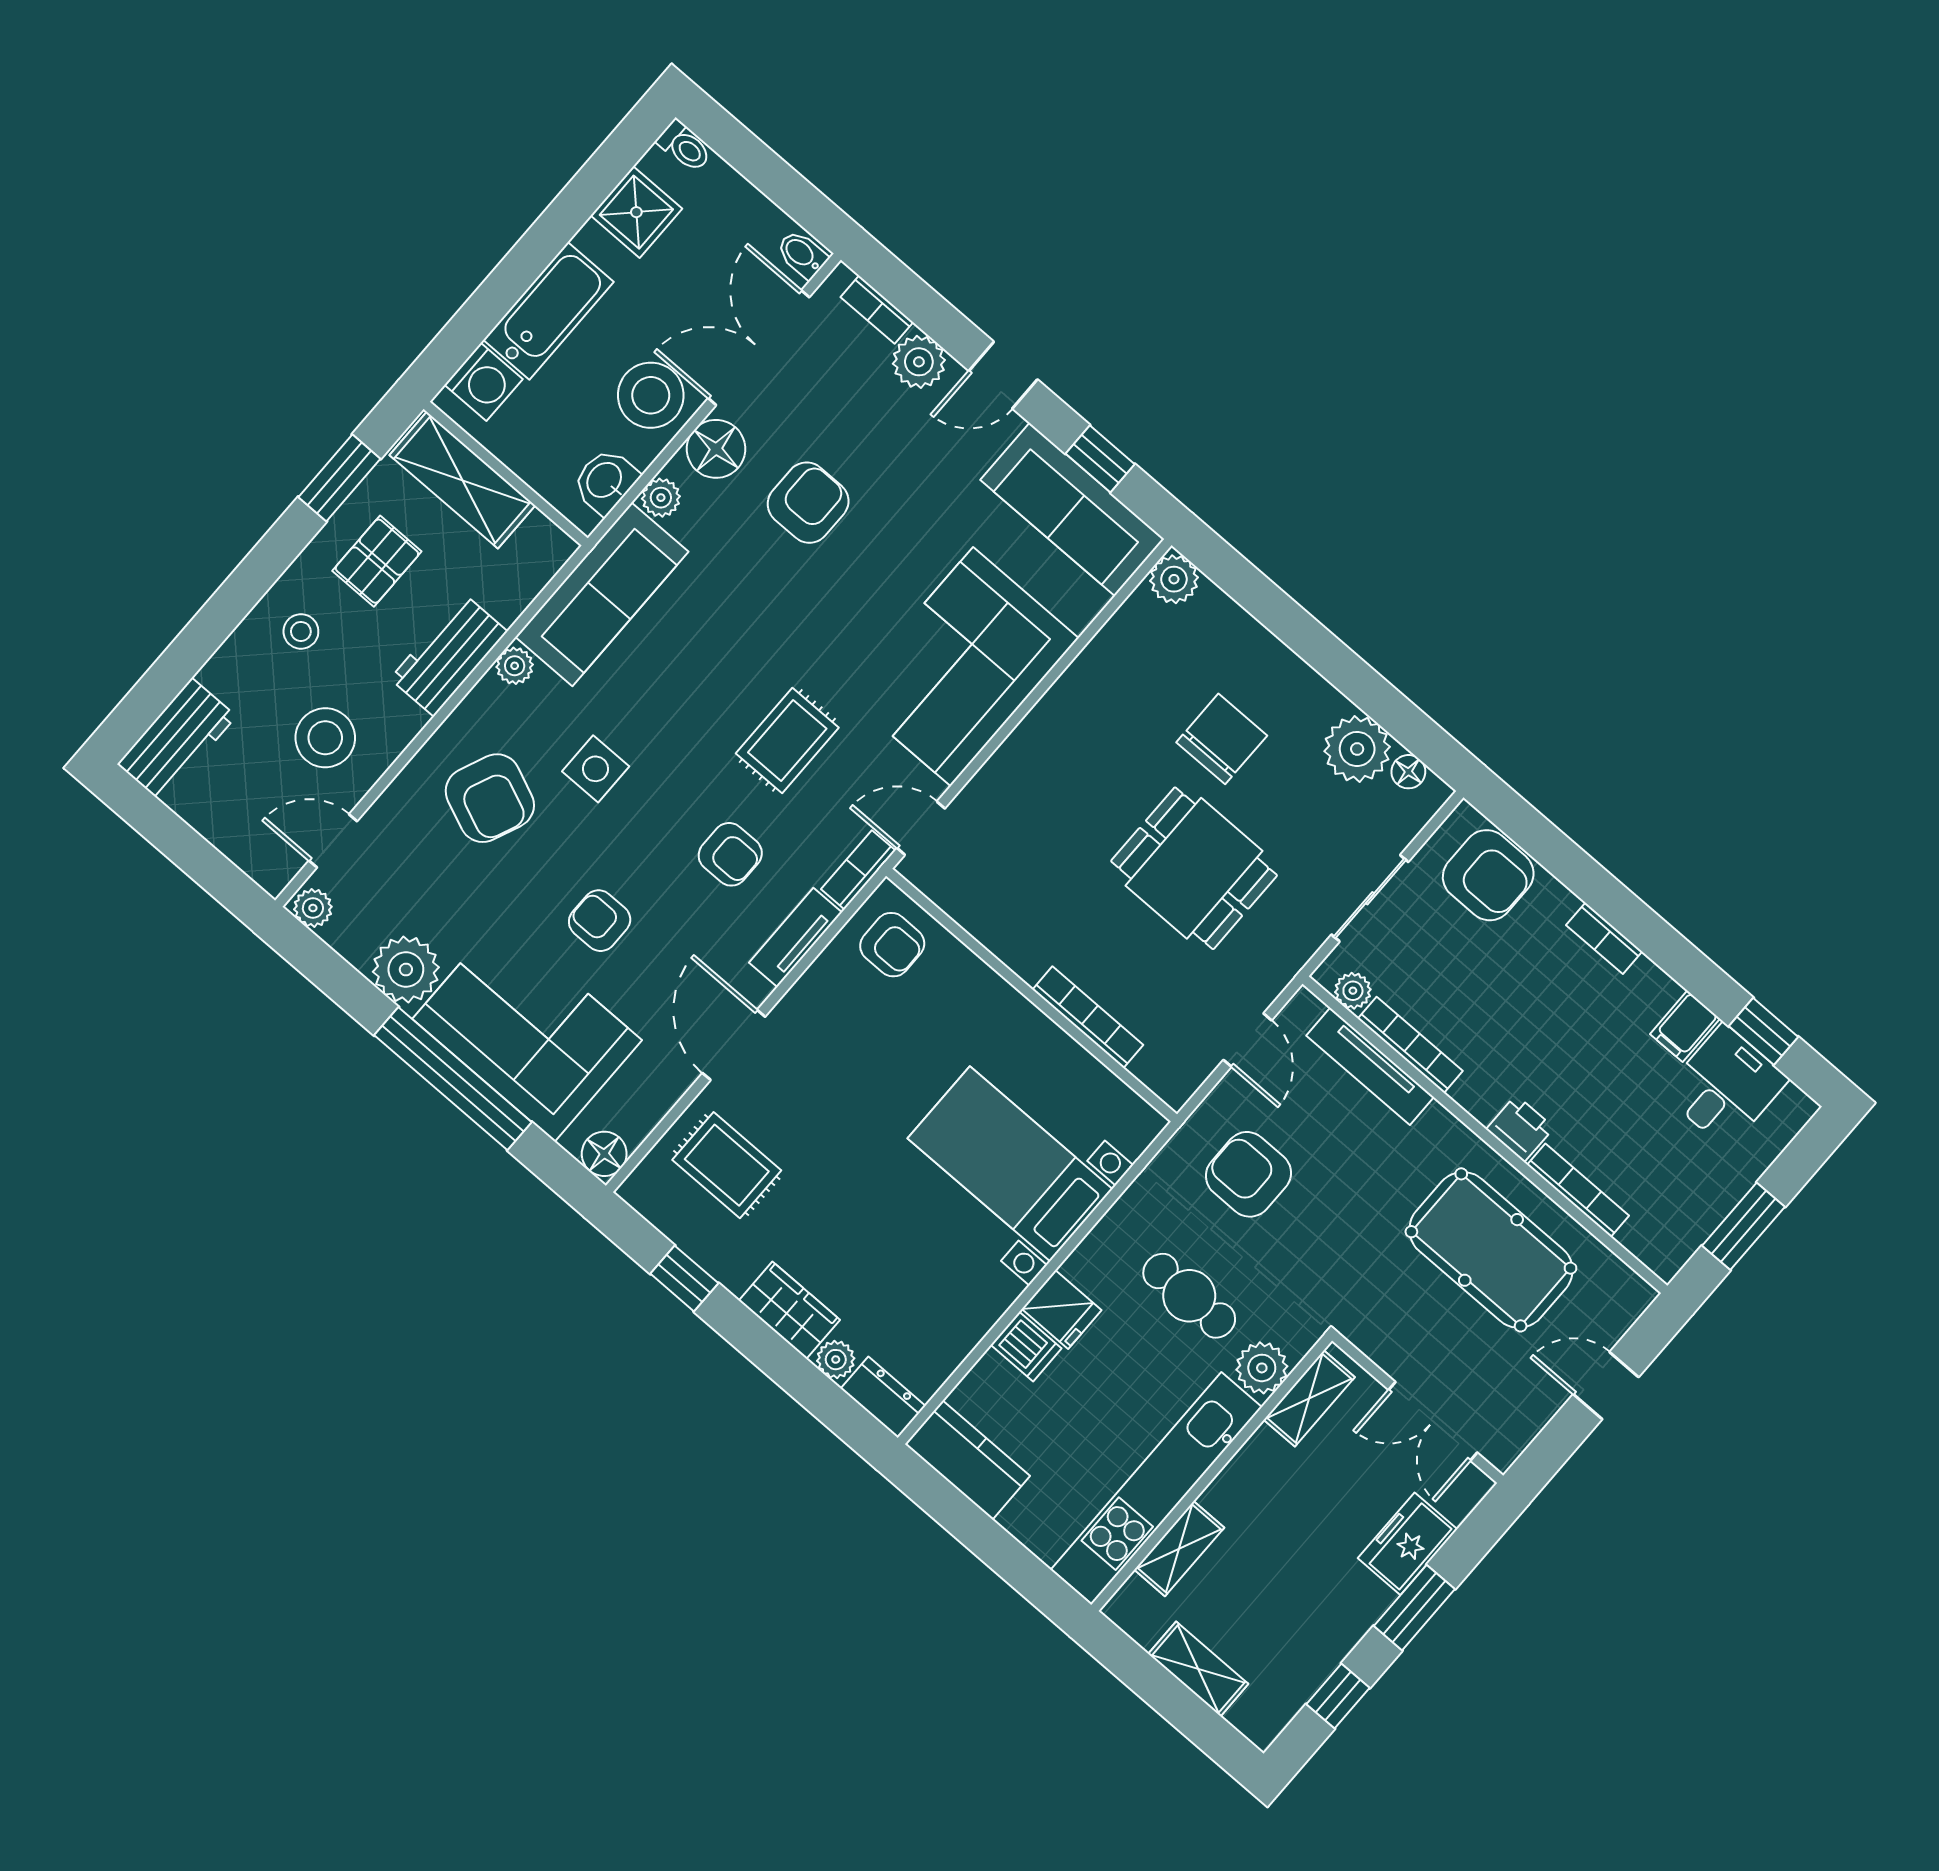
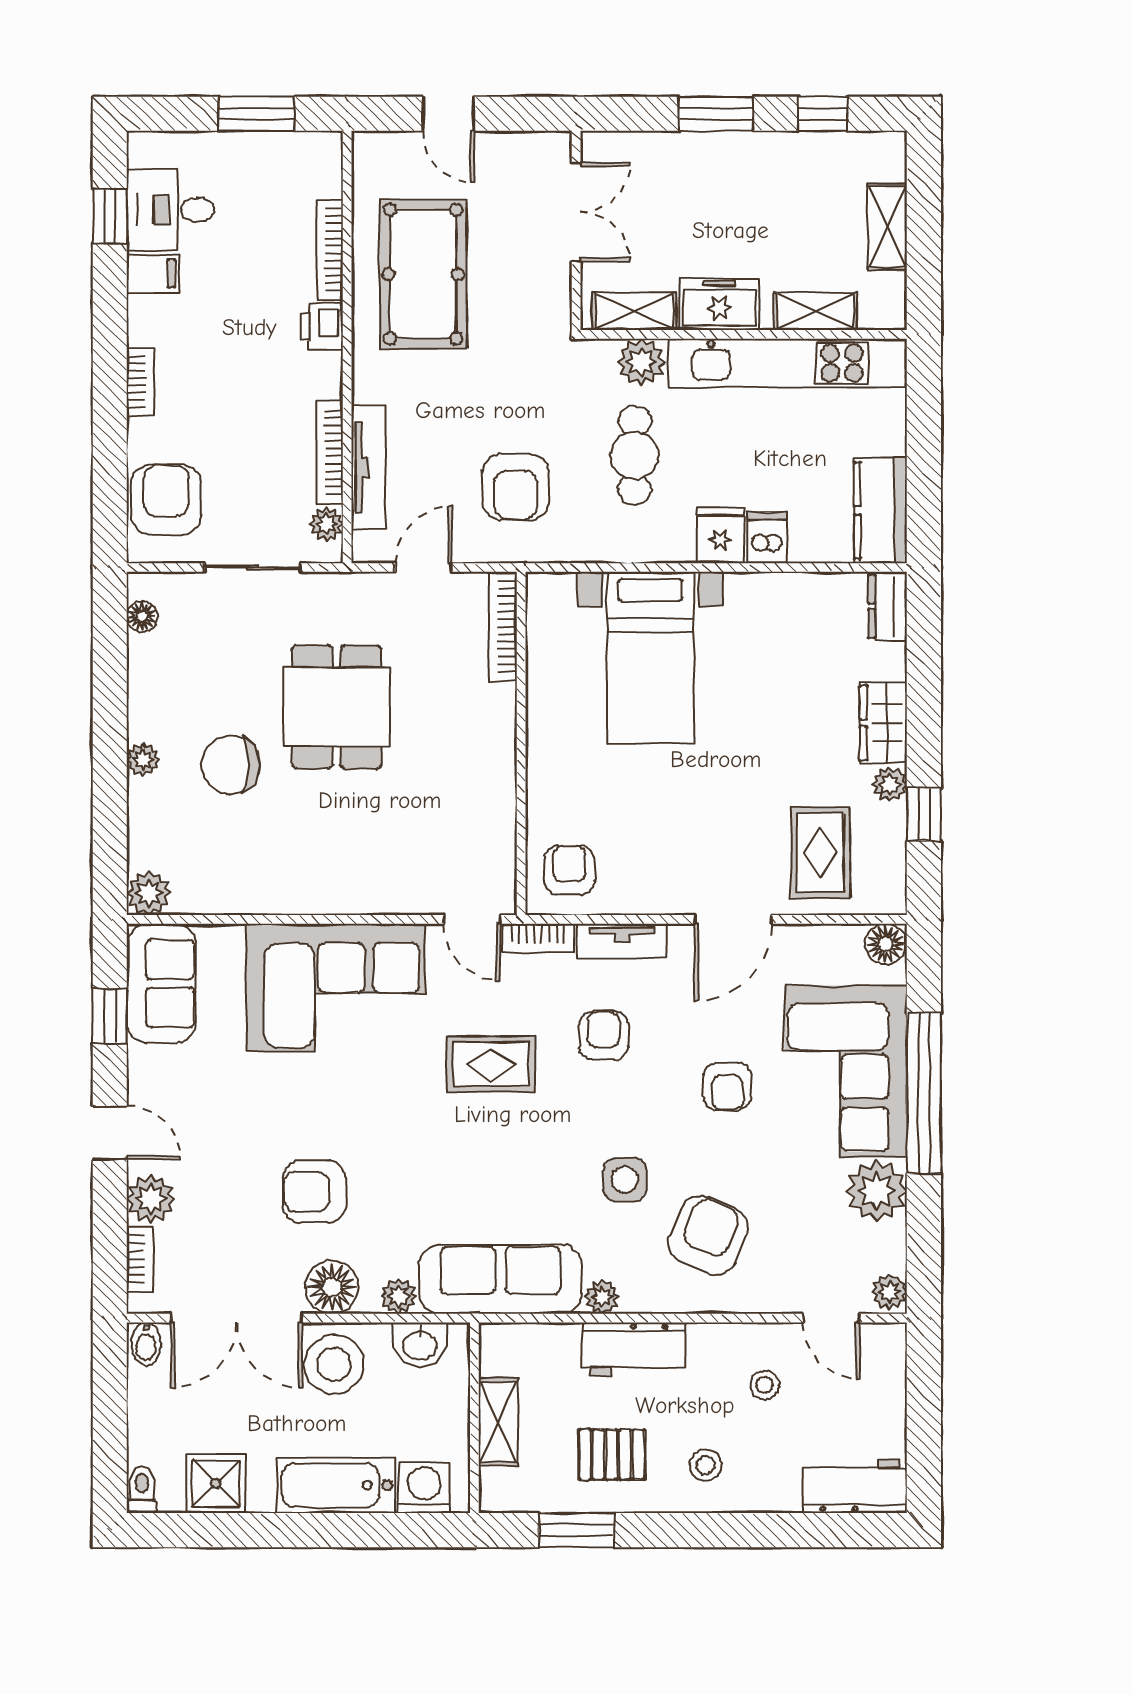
shelving: (462, 480) -> (498, 1422), width x0.67, depth x0.75
sofa: (1072, 509) -> (161, 983), width x0.73
stool: (325, 738) -> (765, 1385), width x0.53, depth x0.53
plant: (1357, 749) -> (143, 760), moved, width x0.53, depth x0.53
bookcase: (1088, 1017) -> (503, 627), moved
plant: (836, 1360) -> (890, 784), moved
freezer: (1408, 1544) -> (719, 304), moved, turned 180

